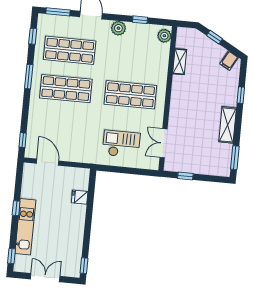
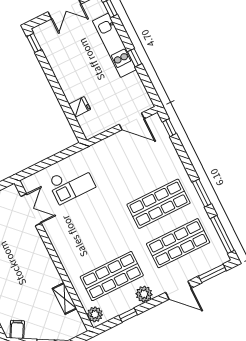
window: (33, 36) -> (222, 234), width x2.17
shop shelf: (130, 95) -> (112, 276), moved

